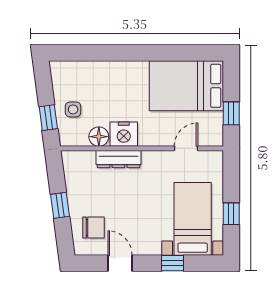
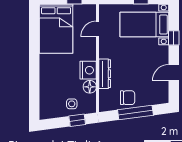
door: (186, 148) -> (98, 29), hinge flipped
window: (60, 205) -> (135, 112), width x2.17
chair: (93, 228) -> (128, 98), moved, turned 90

